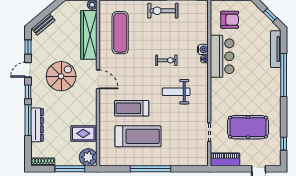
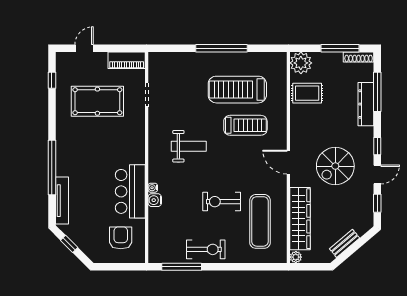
armchair: (230, 20) -> (121, 238), turned 90
bench: (43, 24) -> (345, 243), moved
exercise bike: (166, 60) -> (222, 202), moved, width x1.38, depth x1.39
window: (28, 120) -> (377, 92), moved
window: (70, 169) -> (340, 48), moved

